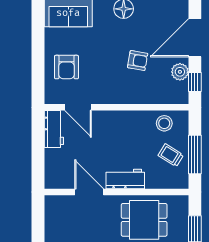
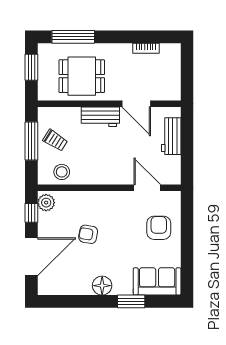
plant: (180, 72) -> (46, 203), moved
workbench: (54, 129) -> (171, 136), moved

